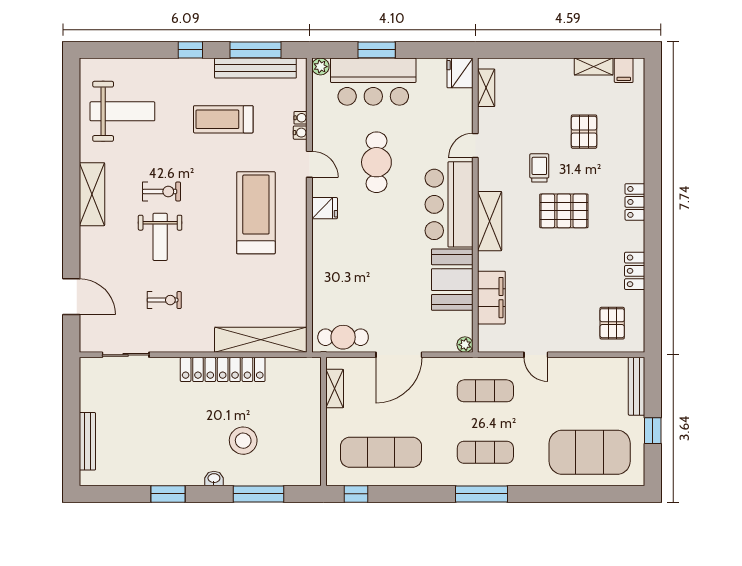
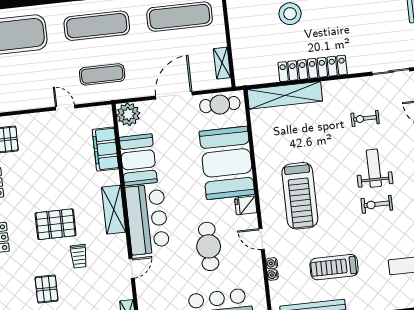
treadmill: (223, 119) -> (334, 267), turned 180
booth: (342, 264) -> (227, 163), added
plant: (465, 345) -> (128, 114), width x1.88, depth x1.88
exercise mat: (485, 452) -> (97, 26), width x1.36, depth x1.45

